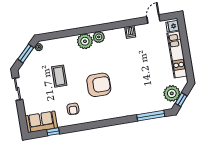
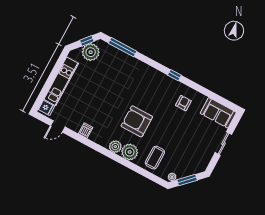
coffee table: (59, 76) -> (155, 158), moved
armchair: (99, 85) -> (137, 121), moved
sliding door: (17, 89) -> (223, 144), moved
window: (53, 132) -> (174, 75), moved

